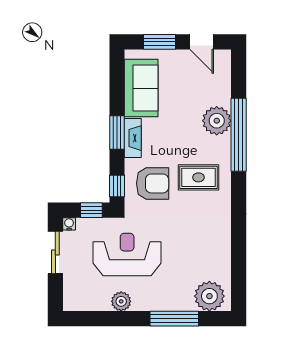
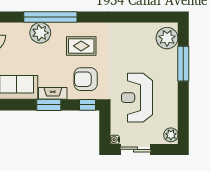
rug: (198, 177) -> (81, 46), turned 90
armchair: (153, 183) -> (86, 79), turned -90
window: (91, 210) -> (105, 123), removed
plant: (121, 301) -> (171, 135), moved

